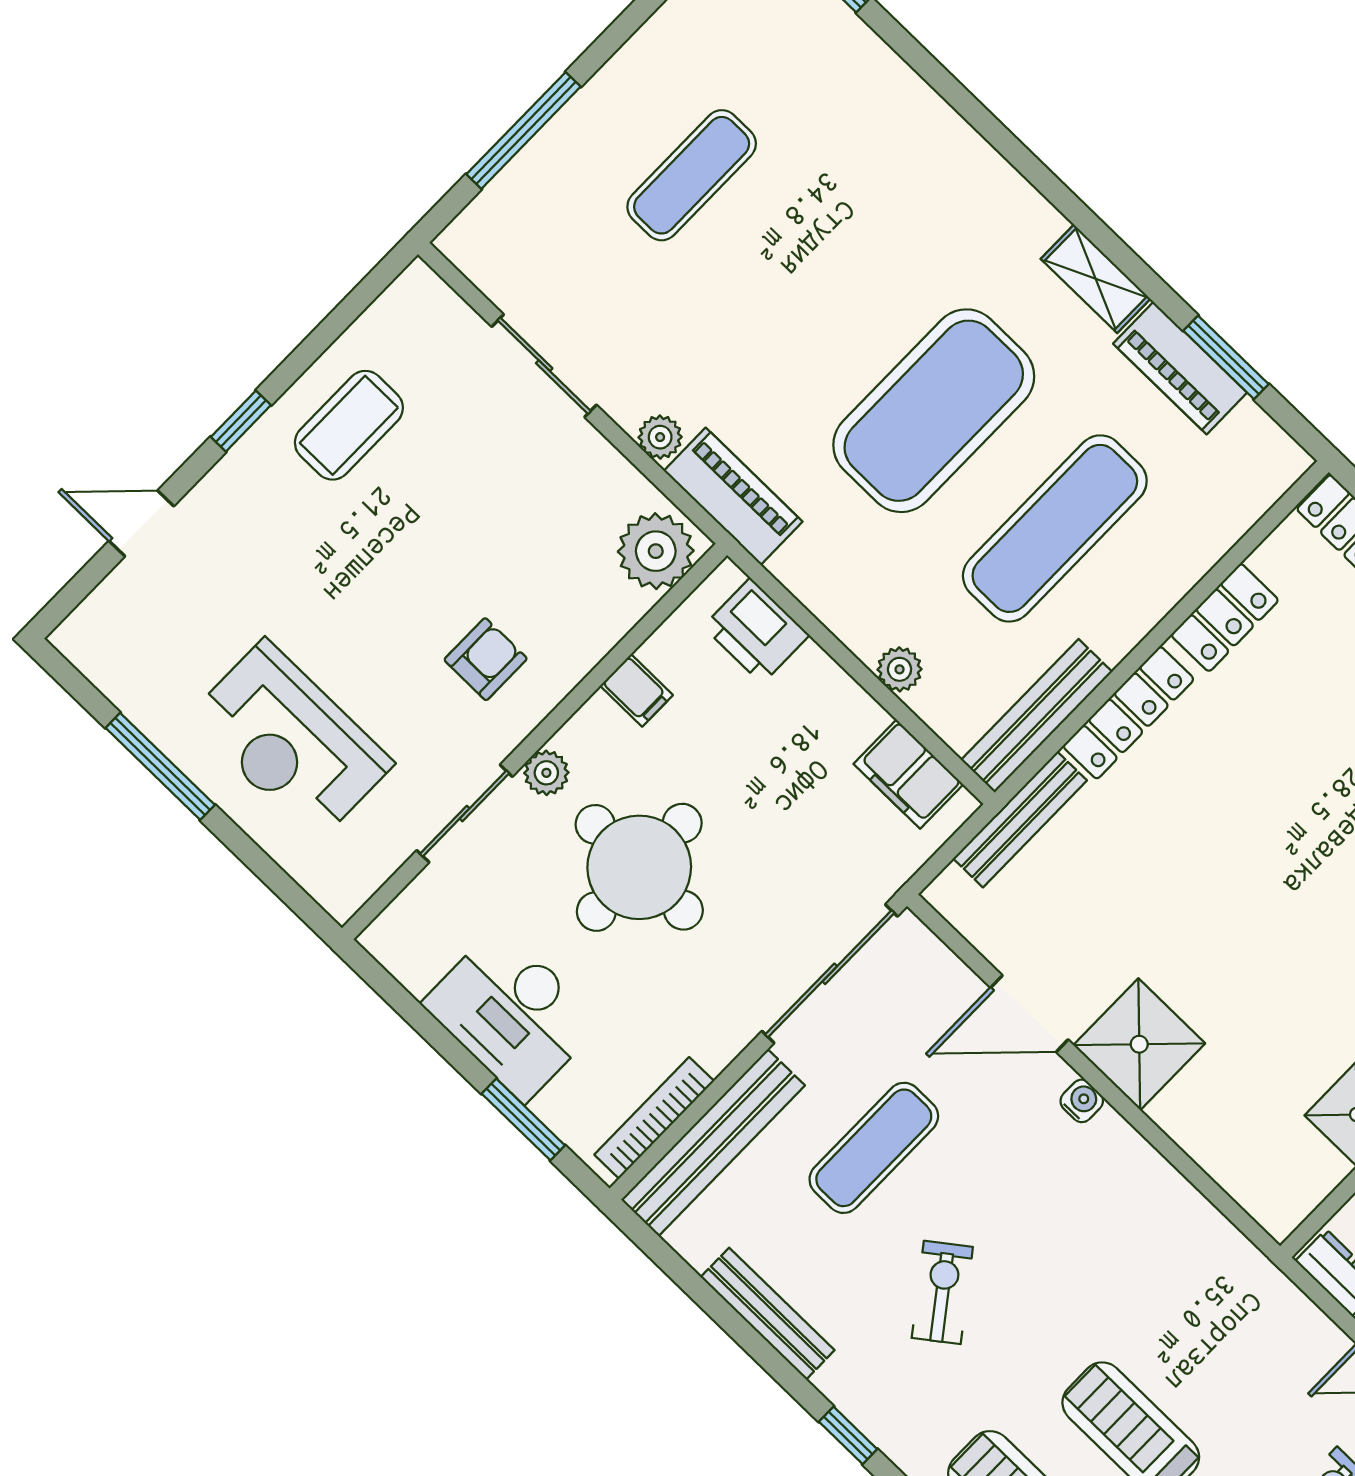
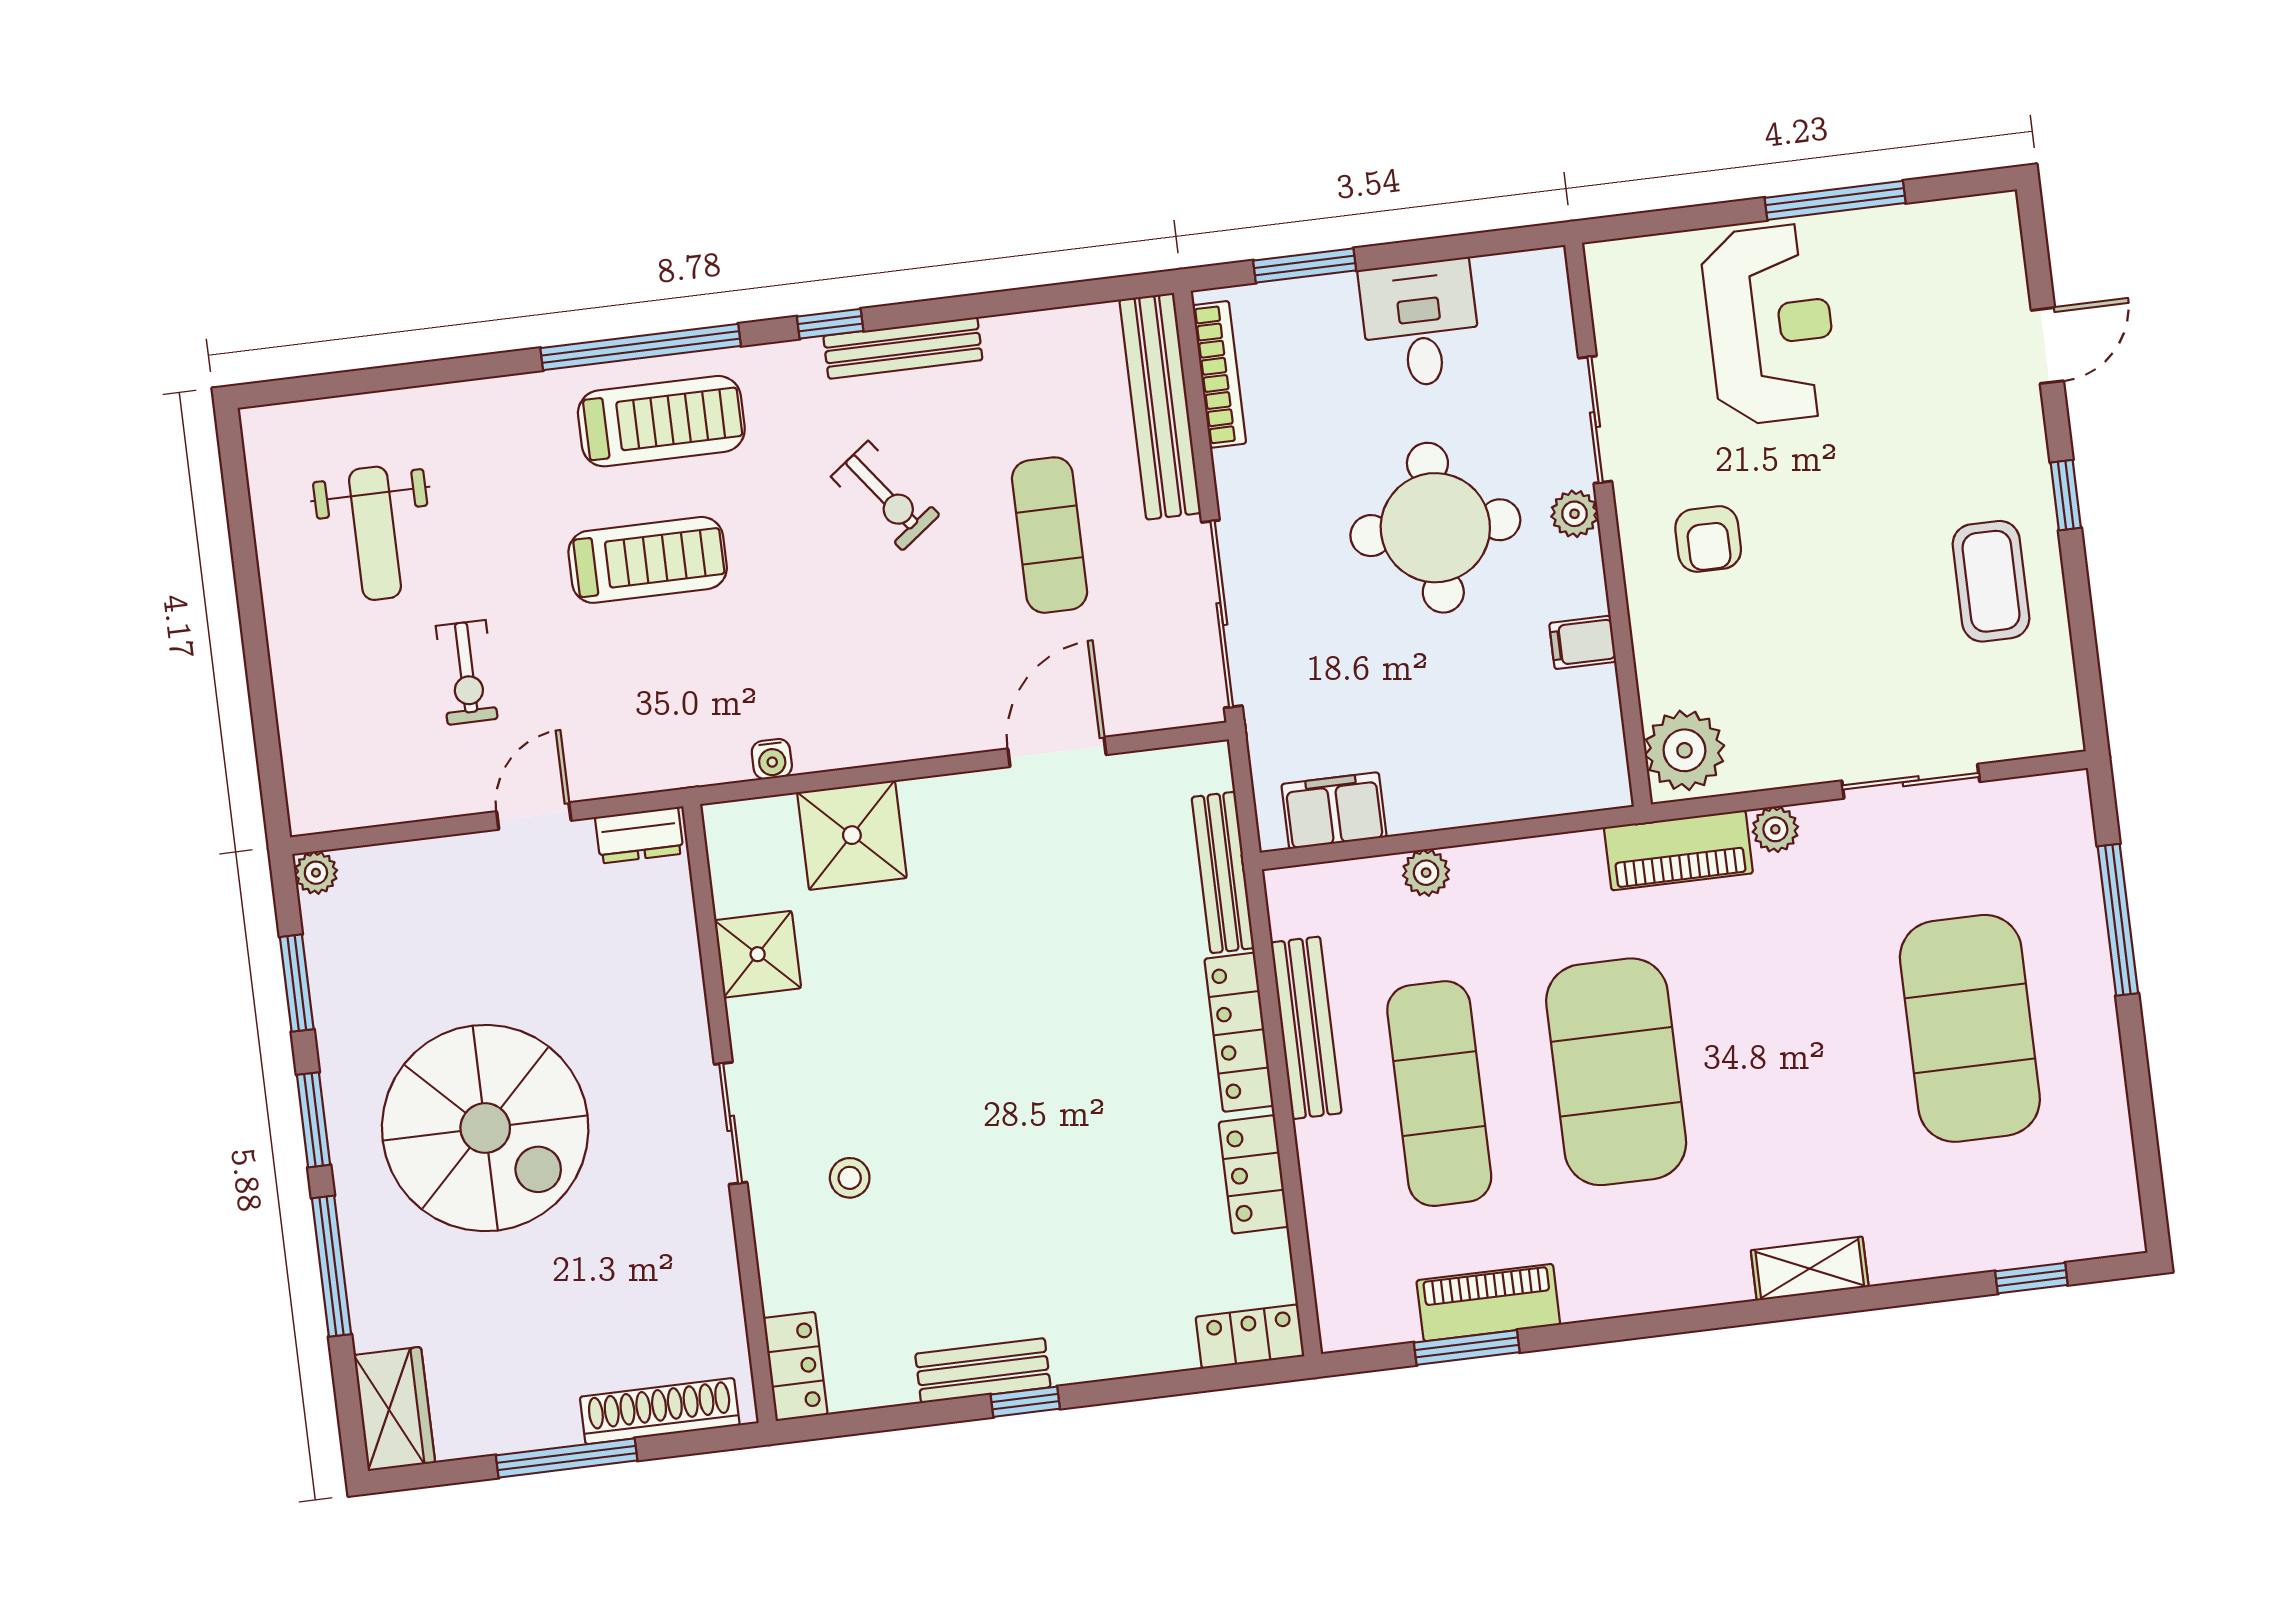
exercise mat: (692, 175) -> (1970, 1028), width x2.00, depth x1.45
shelving: (1096, 279) -> (1810, 1269), moved
printer: (756, 631) -> (1553, 780), removed
bench: (1037, 716) -> (1306, 1028), moved
reception desk: (290, 741) -> (1770, 324), turned 90
desk: (512, 1013) -> (1420, 324), width x0.73
shower: (1139, 1044) -> (852, 835), moved
water cooler: (1082, 1101) -> (772, 759), moved
bench: (768, 1314) -> (903, 348), moved

